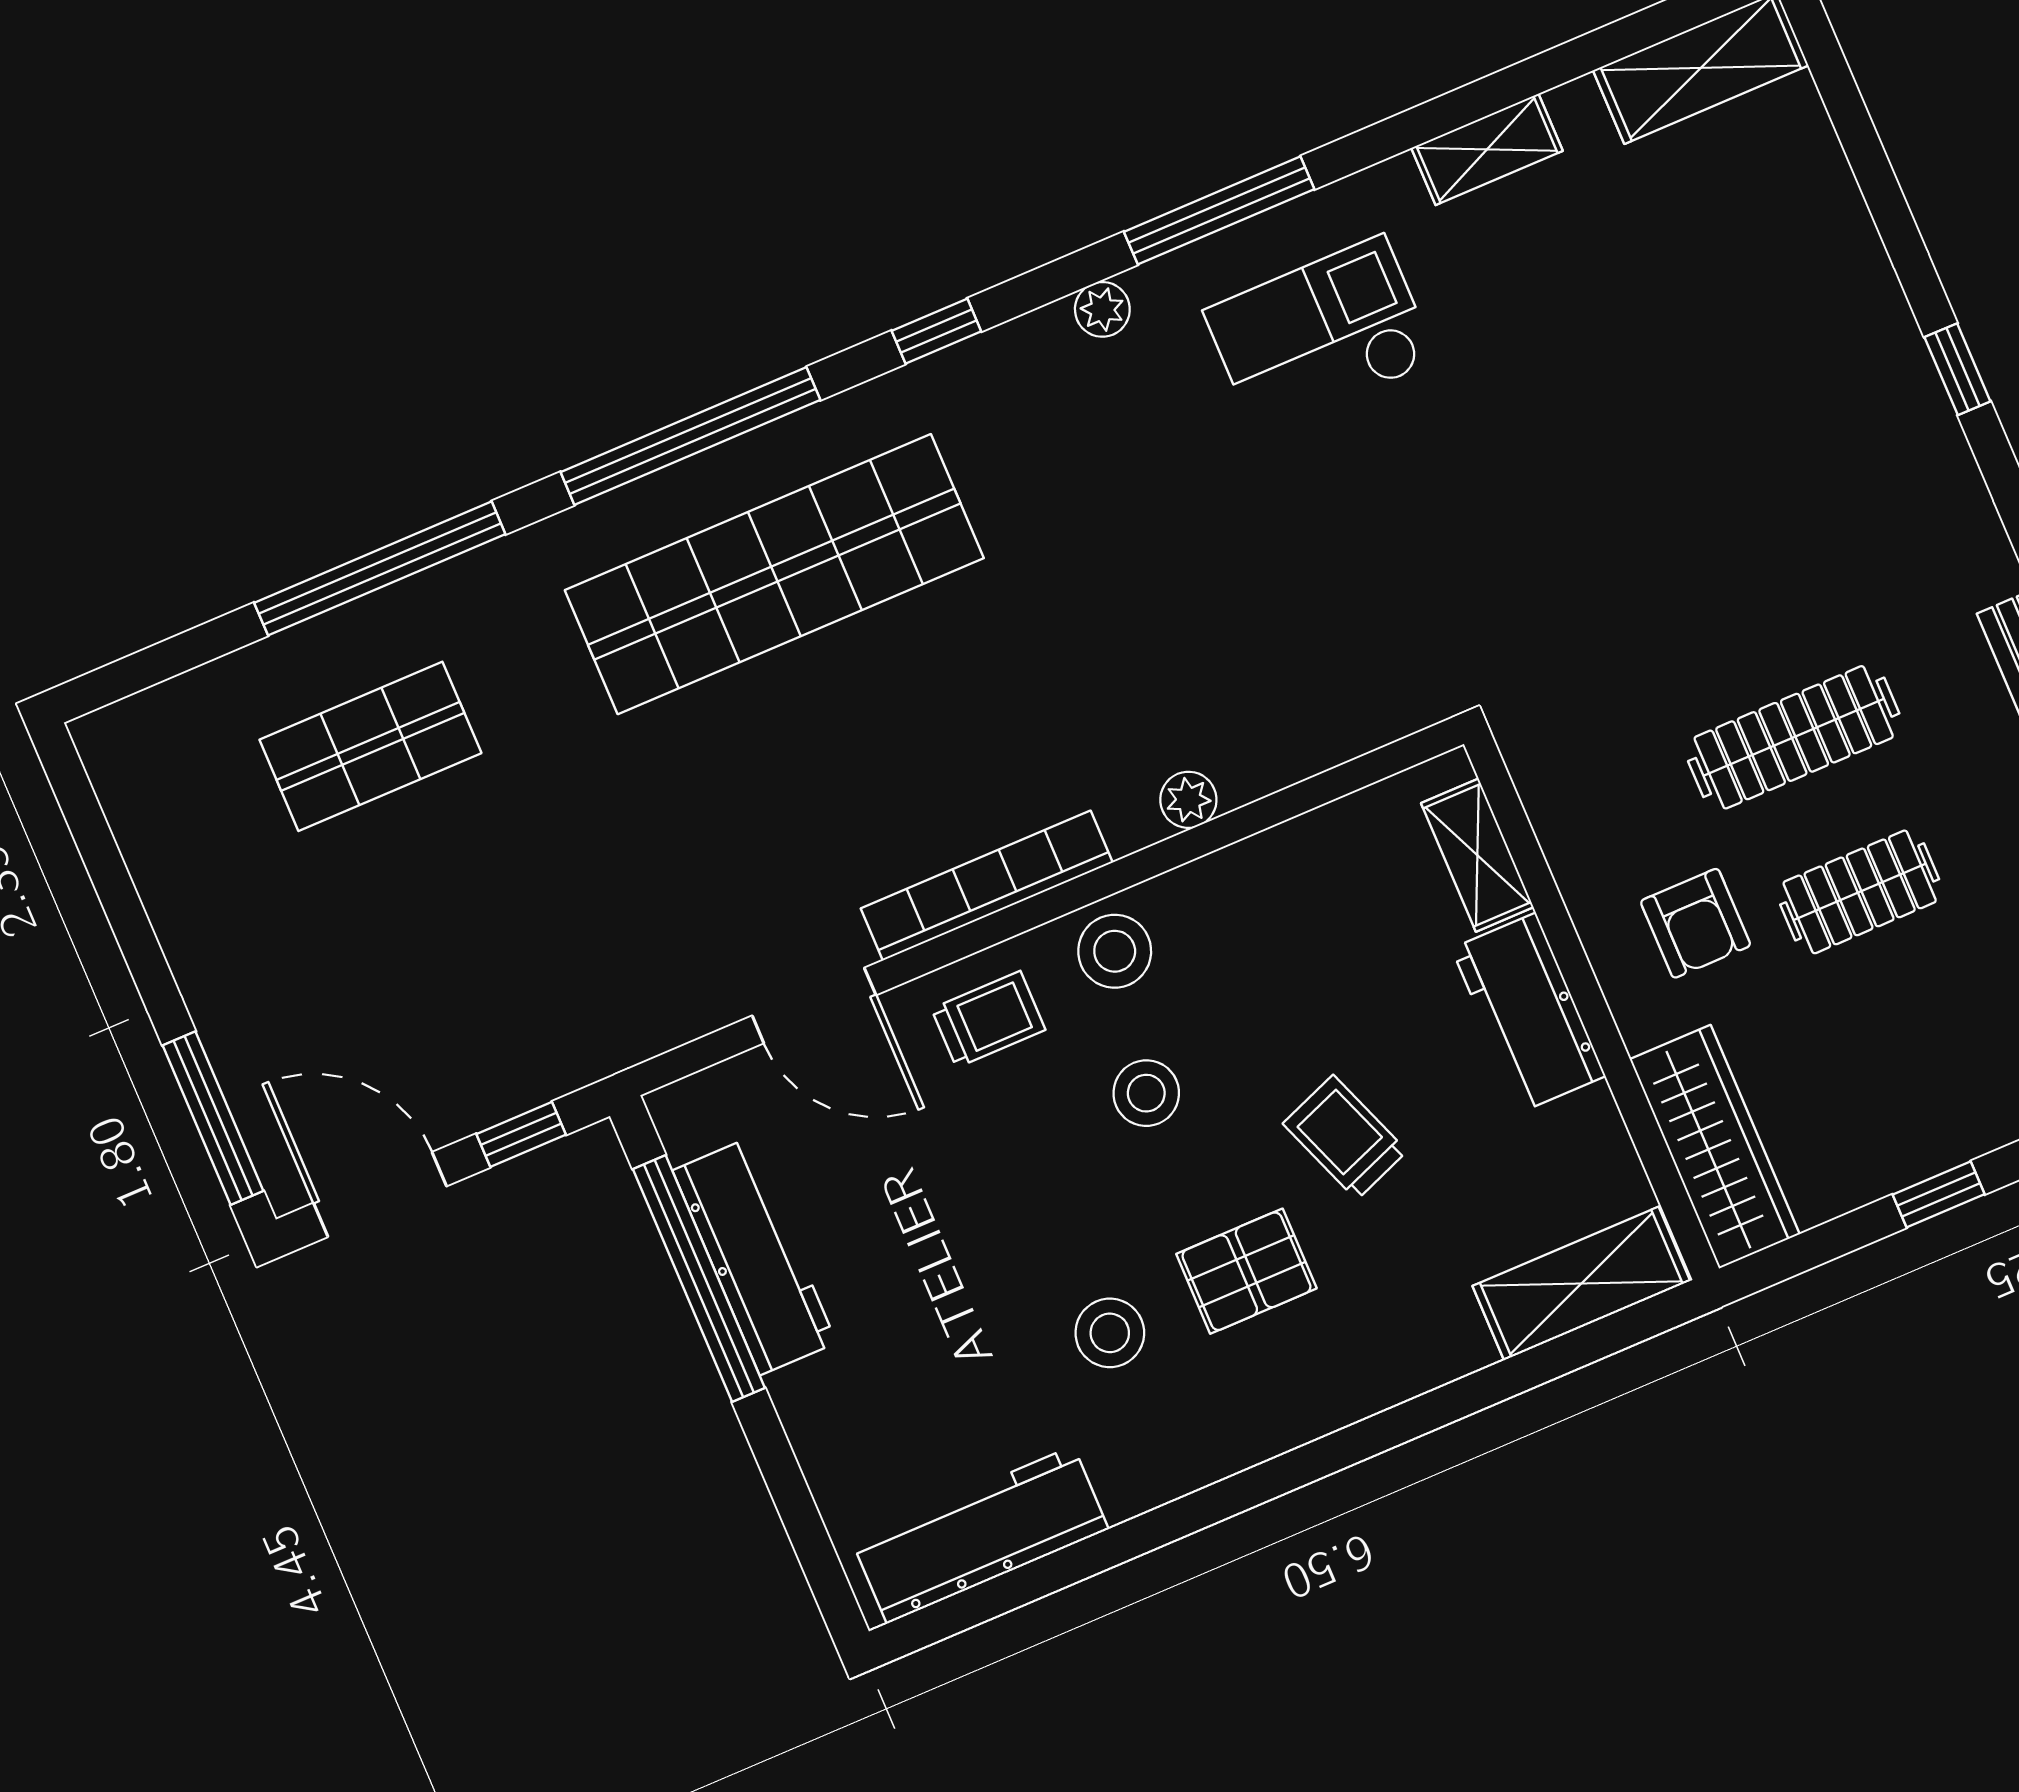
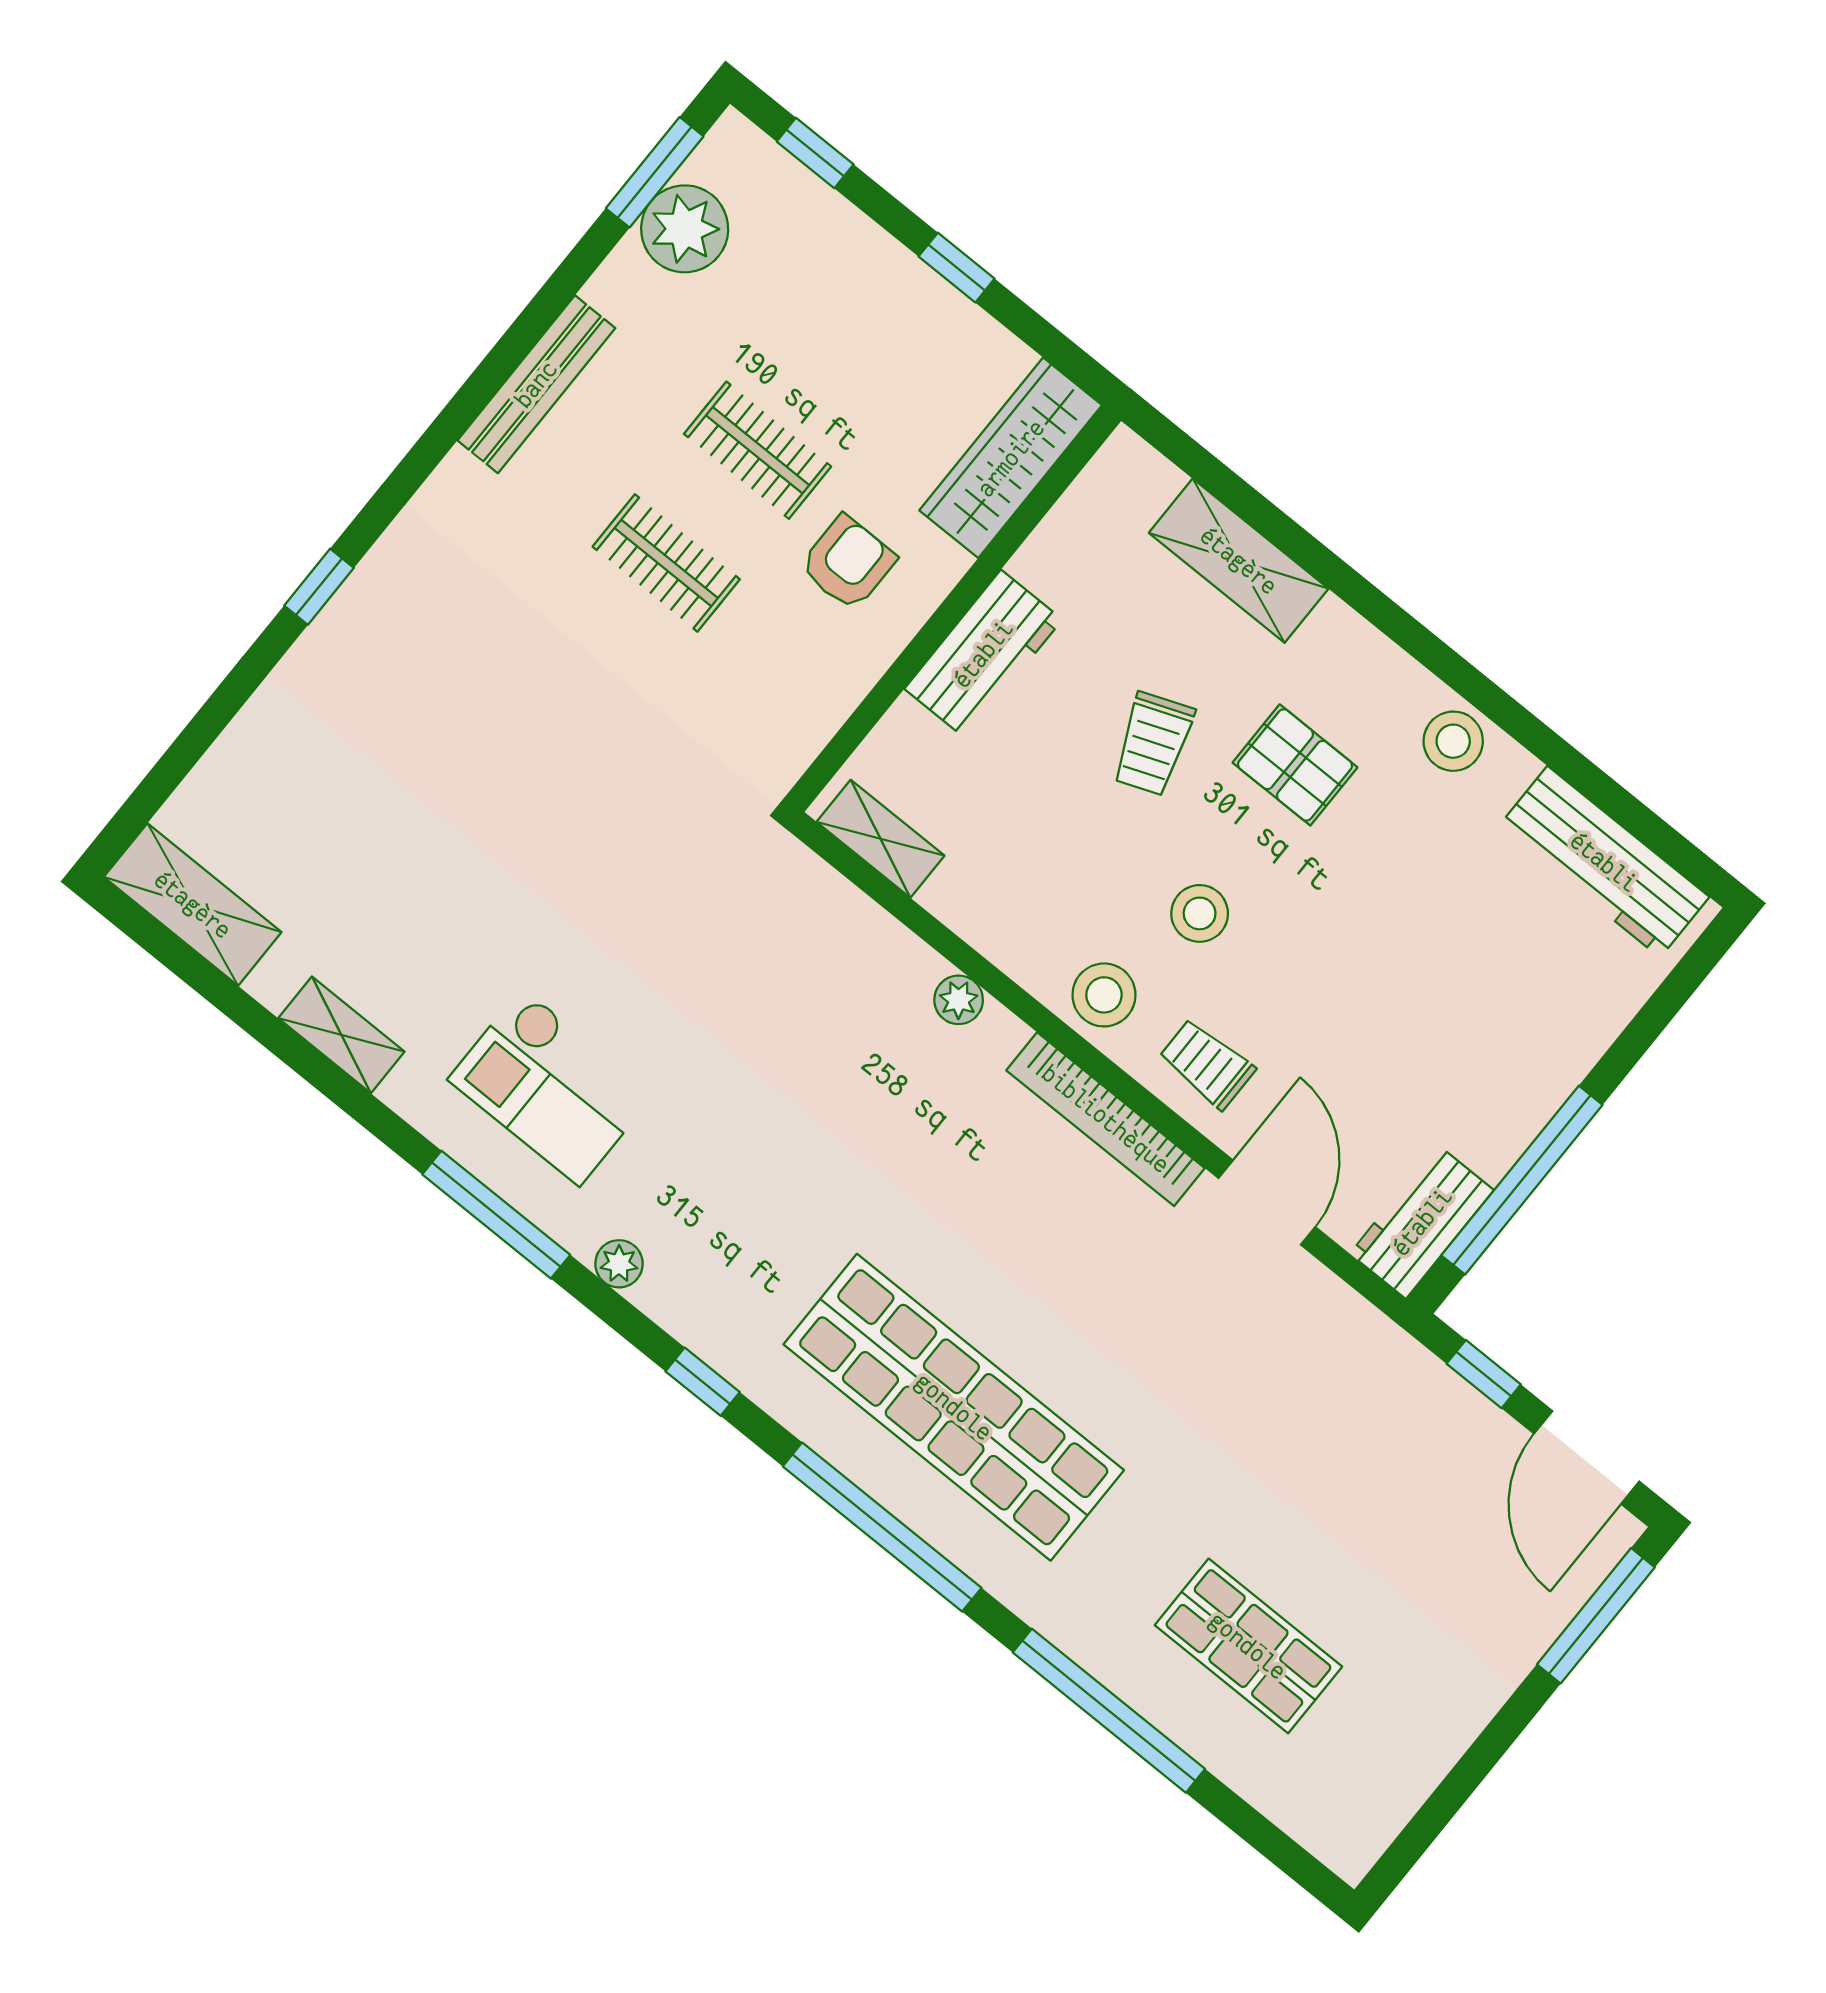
clothes rail: (1794, 737) -> (666, 563), width x0.73
shelving: (1477, 855) -> (881, 839), moved, turned 90
workbench: (754, 1257) -> (1422, 1222), moved, width x0.73
shelving: (1581, 1283) -> (1239, 561), moved
stool: (1110, 1333) -> (1453, 741), moved

